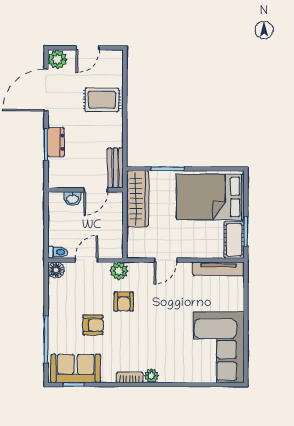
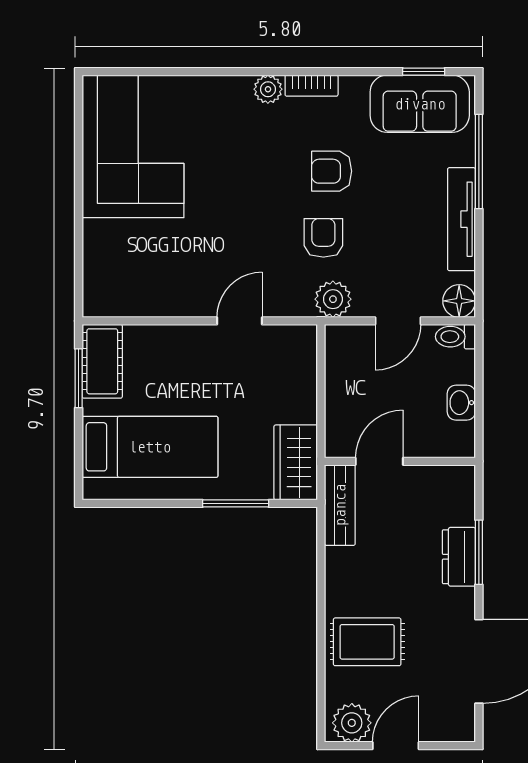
plant: (57, 59) -> (352, 723), moved
bed: (210, 197) -> (150, 447), width x0.67
washbasin: (72, 199) -> (461, 403), moved, turned -90
wardrobe: (138, 199) -> (296, 462), width x0.67
tv unit: (218, 269) -> (461, 219), moved, turned -90
armchair: (93, 325) -> (332, 171), moved

